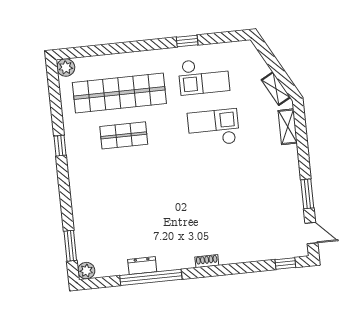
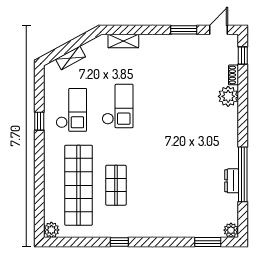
shelving: (276, 89) -> (70, 58), moved
checkout: (214, 128) -> (118, 106), turned 180
plant: (237, 252) -> (228, 96), added
shoe rack: (207, 261) -> (234, 75), moved

